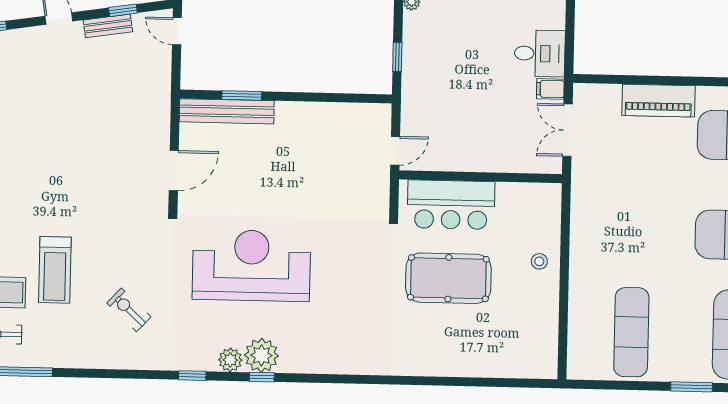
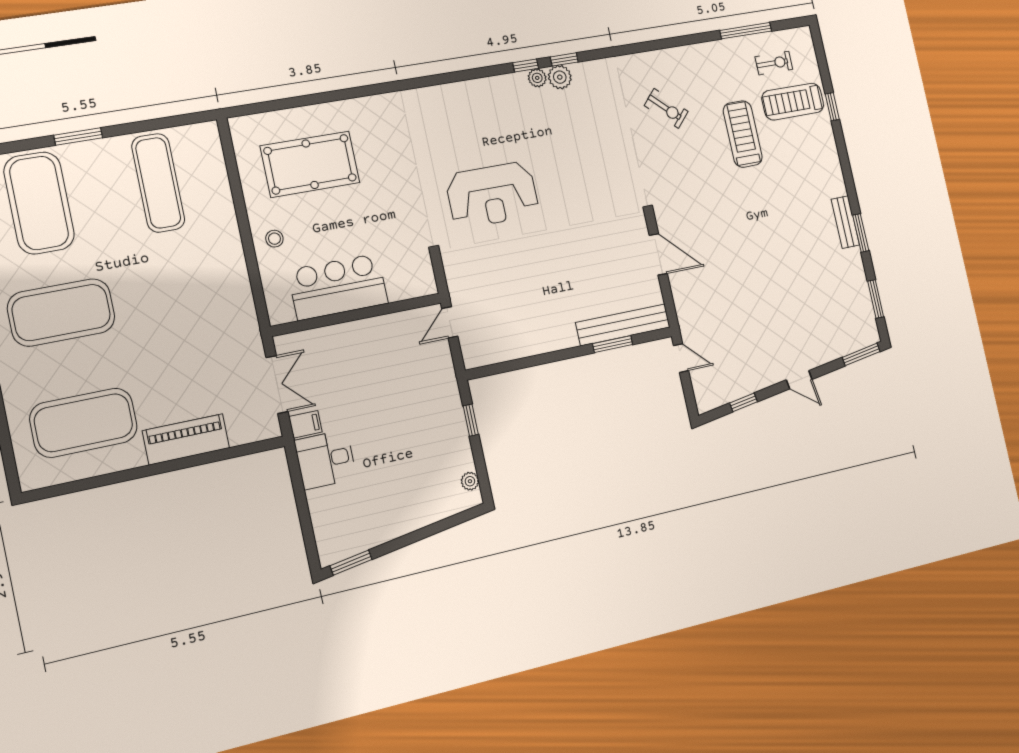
bench: (108, 26) -> (753, 384), removed
door: (177, 31) -> (681, 358), moved
door: (174, 171) -> (658, 254), swing flipped
bar counter: (451, 205) -> (338, 287), moved
reception desk: (251, 265) -> (492, 195), moved, width x0.74, depth x0.77
pool table: (448, 278) -> (310, 164), moved
plant: (261, 355) -> (537, 78), width x0.53, depth x0.53
window: (192, 376) -> (564, 59), moved

